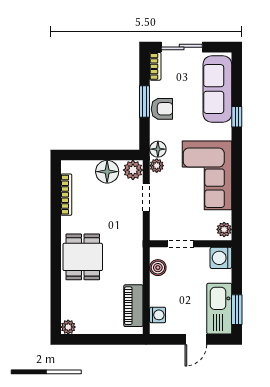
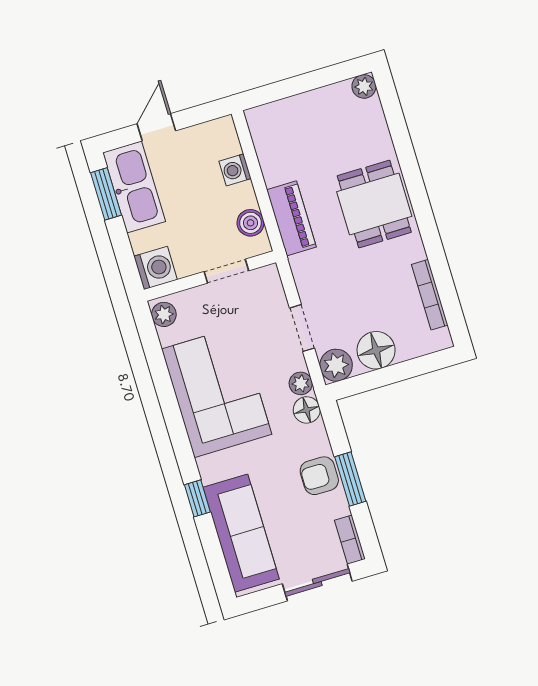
piano: (133, 306) -> (291, 218), moved
washing machine: (158, 315) -> (235, 170), moved

